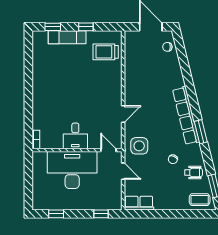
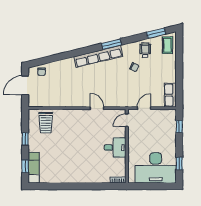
exam couch: (67, 37) -> (34, 168), moved
side table: (139, 146) -> (123, 95), removed
desk: (72, 170) -> (156, 168), moved, turned -90

